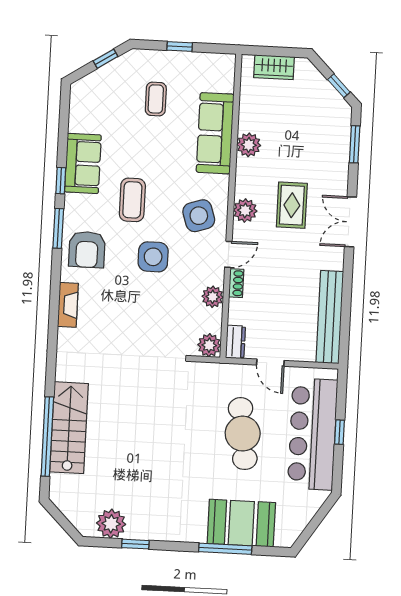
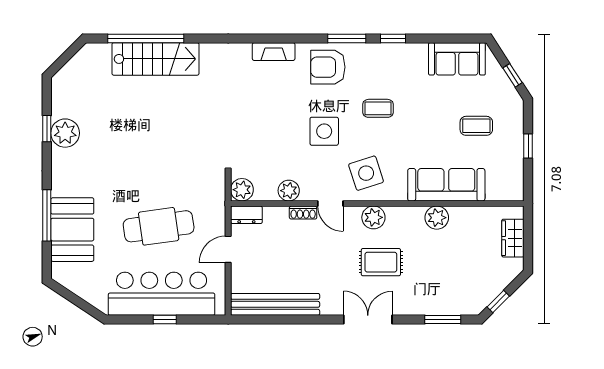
sofa: (83, 163) -> (457, 59), moved
coffee table: (132, 200) -> (378, 108), width x0.73, depth x0.77
plant: (111, 524) -> (65, 133), moved

